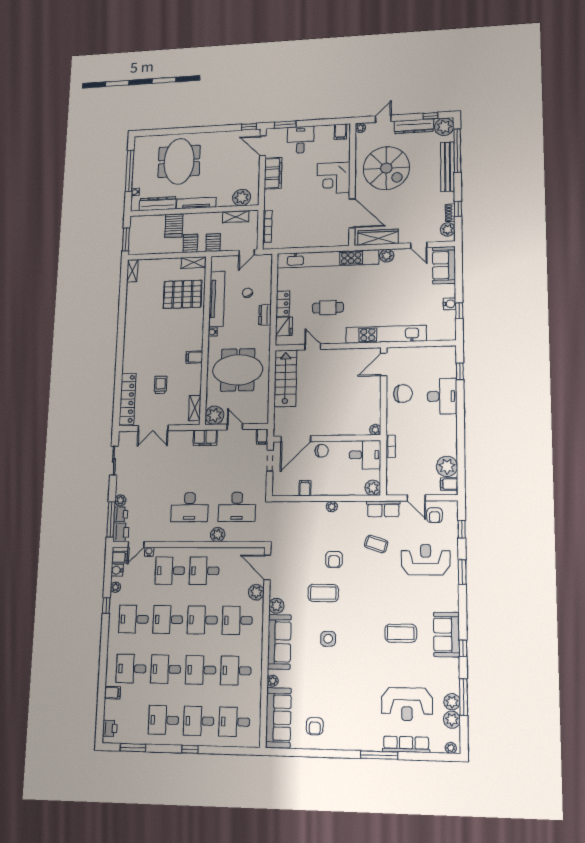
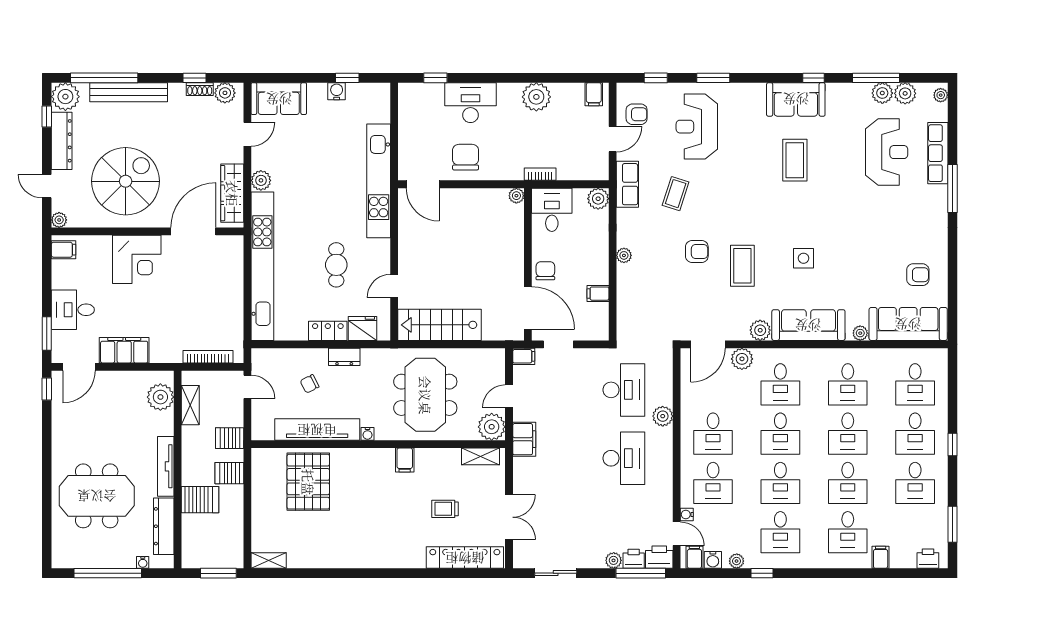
shelving: (194, 263) -> (260, 467), removed
plant: (447, 466) -> (536, 97), moved

